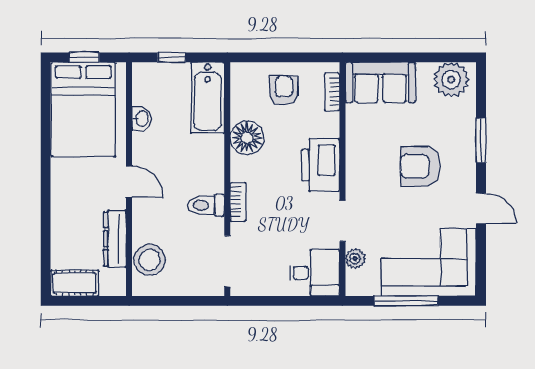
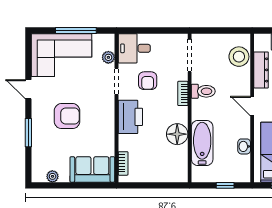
plant: (451, 80) -> (52, 176), width x0.53, depth x0.53
armchair: (284, 91) -> (148, 81), moved
bathtub: (208, 98) -> (202, 143), moved

